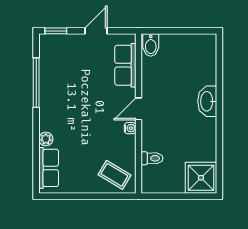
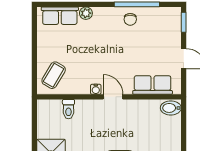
chair: (53, 90) -> (130, 19), added

